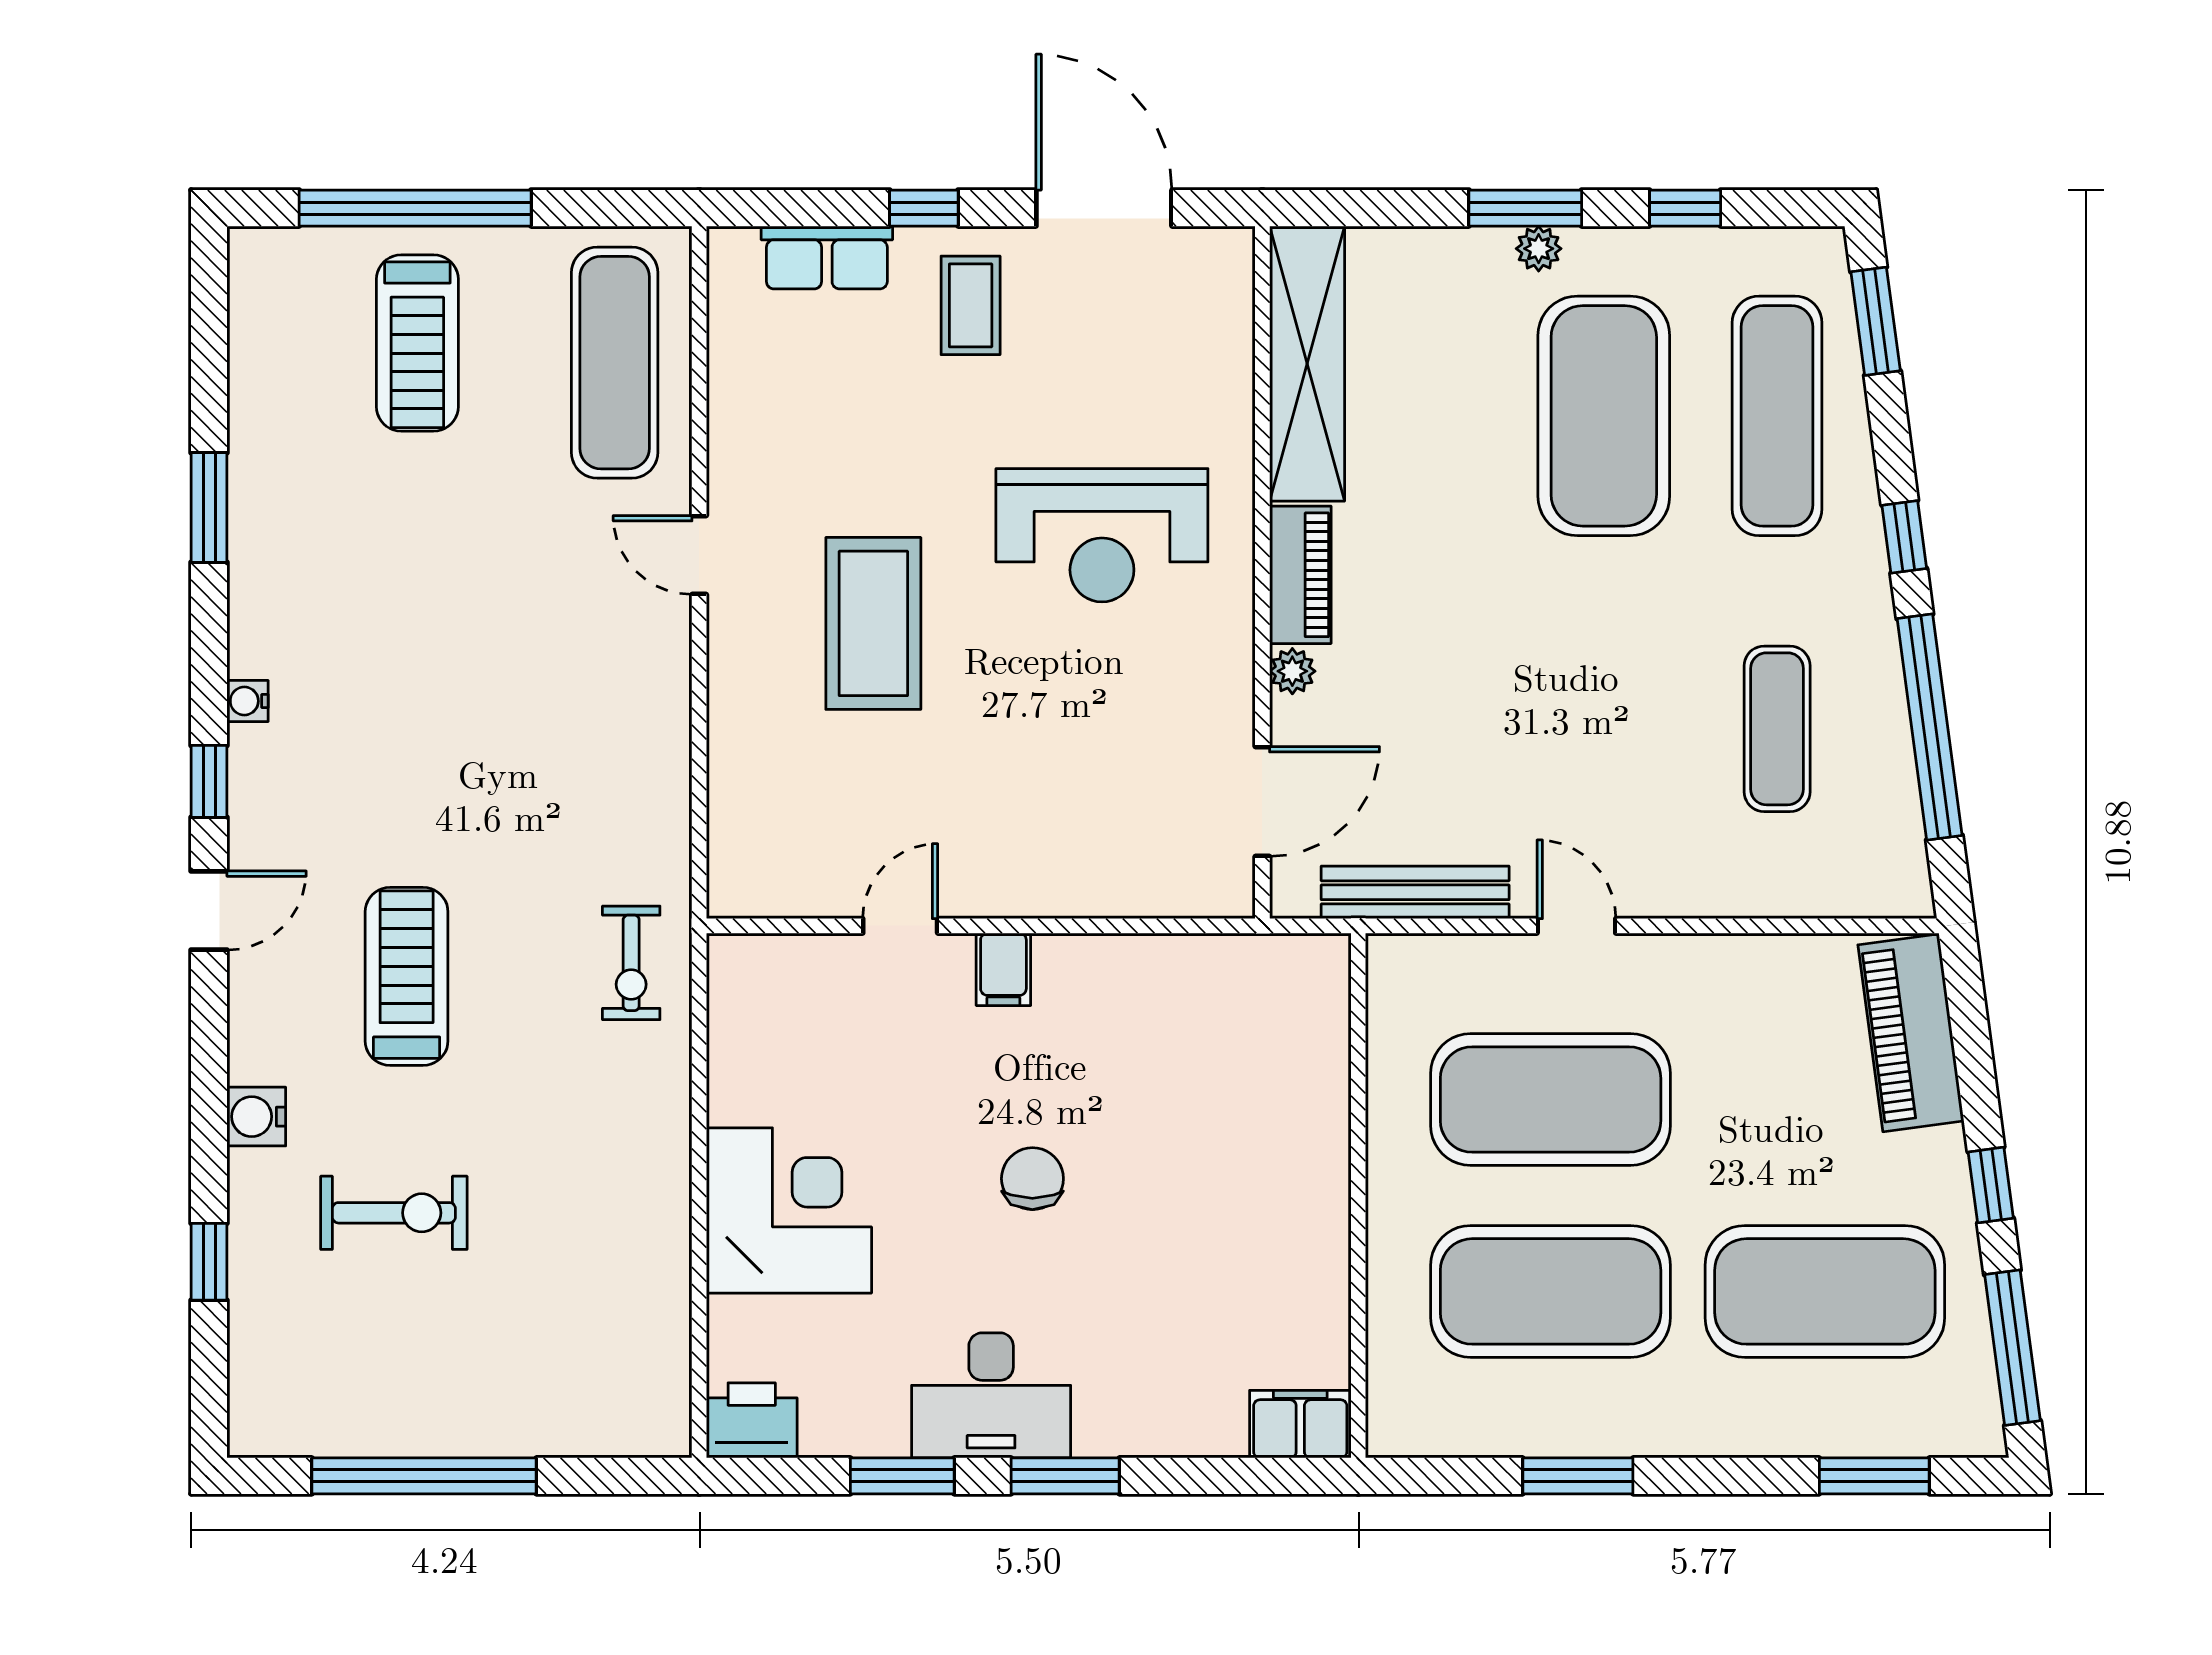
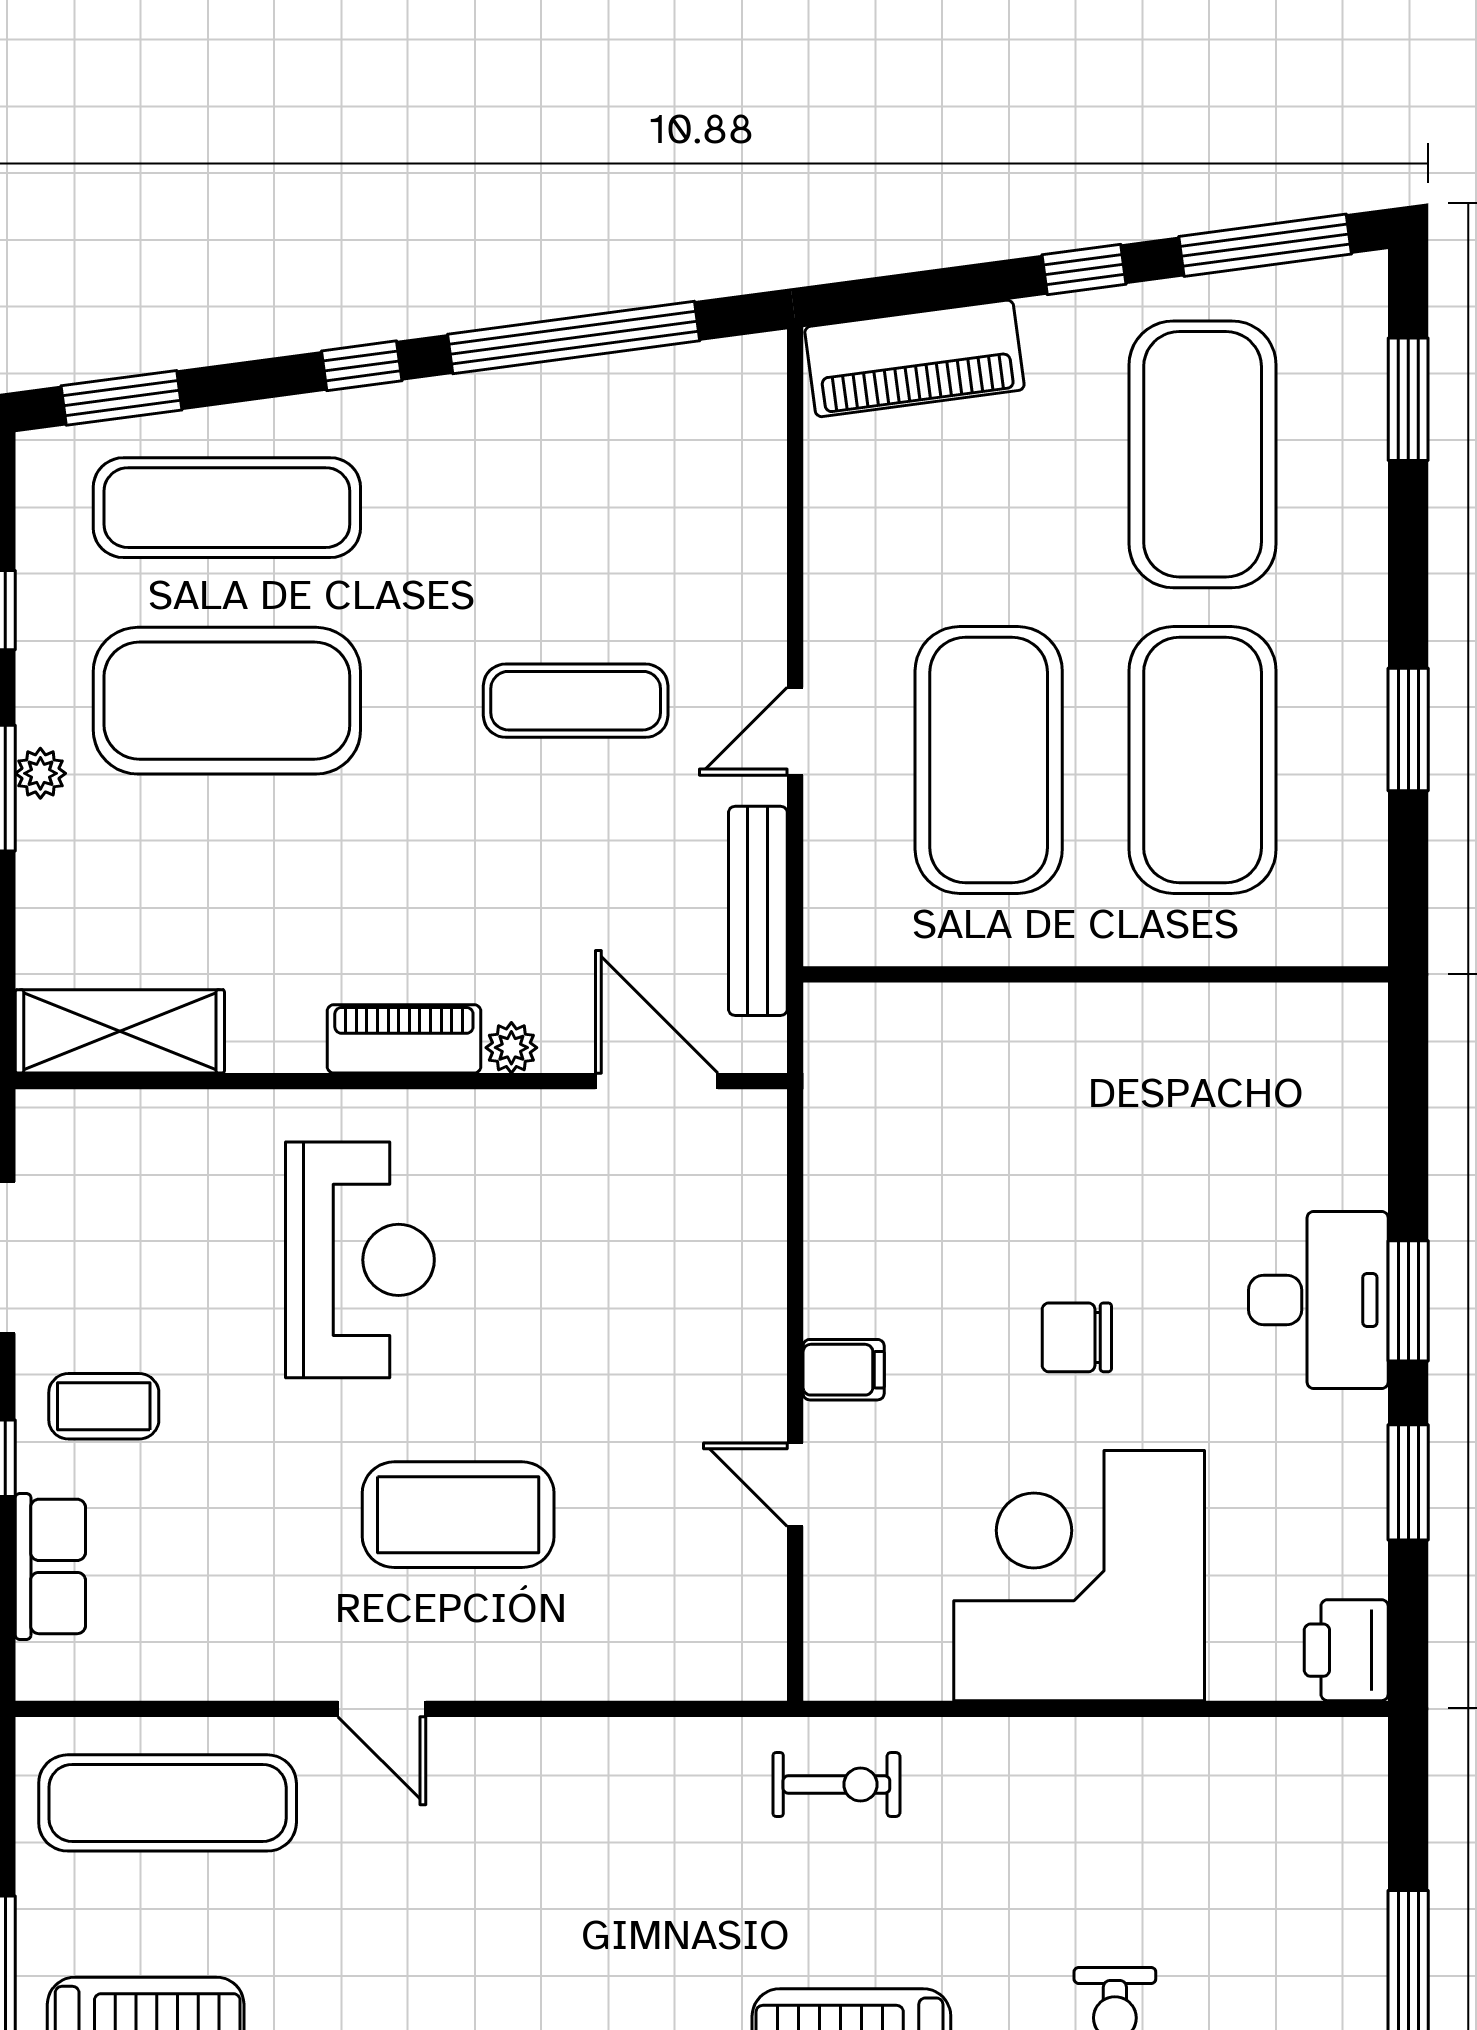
shelving: (1307, 364) -> (120, 1031), width x0.68
door: (699, 555) -> (382, 1709), hinge flipped
exercise mat: (1777, 729) -> (576, 701), moved
corner desk: (789, 1210) -> (1079, 1576), width x1.36, depth x1.36
desk: (991, 1395) -> (1318, 1300), moved
filing cabinet: (1300, 1424) -> (1350, 1039), removed

